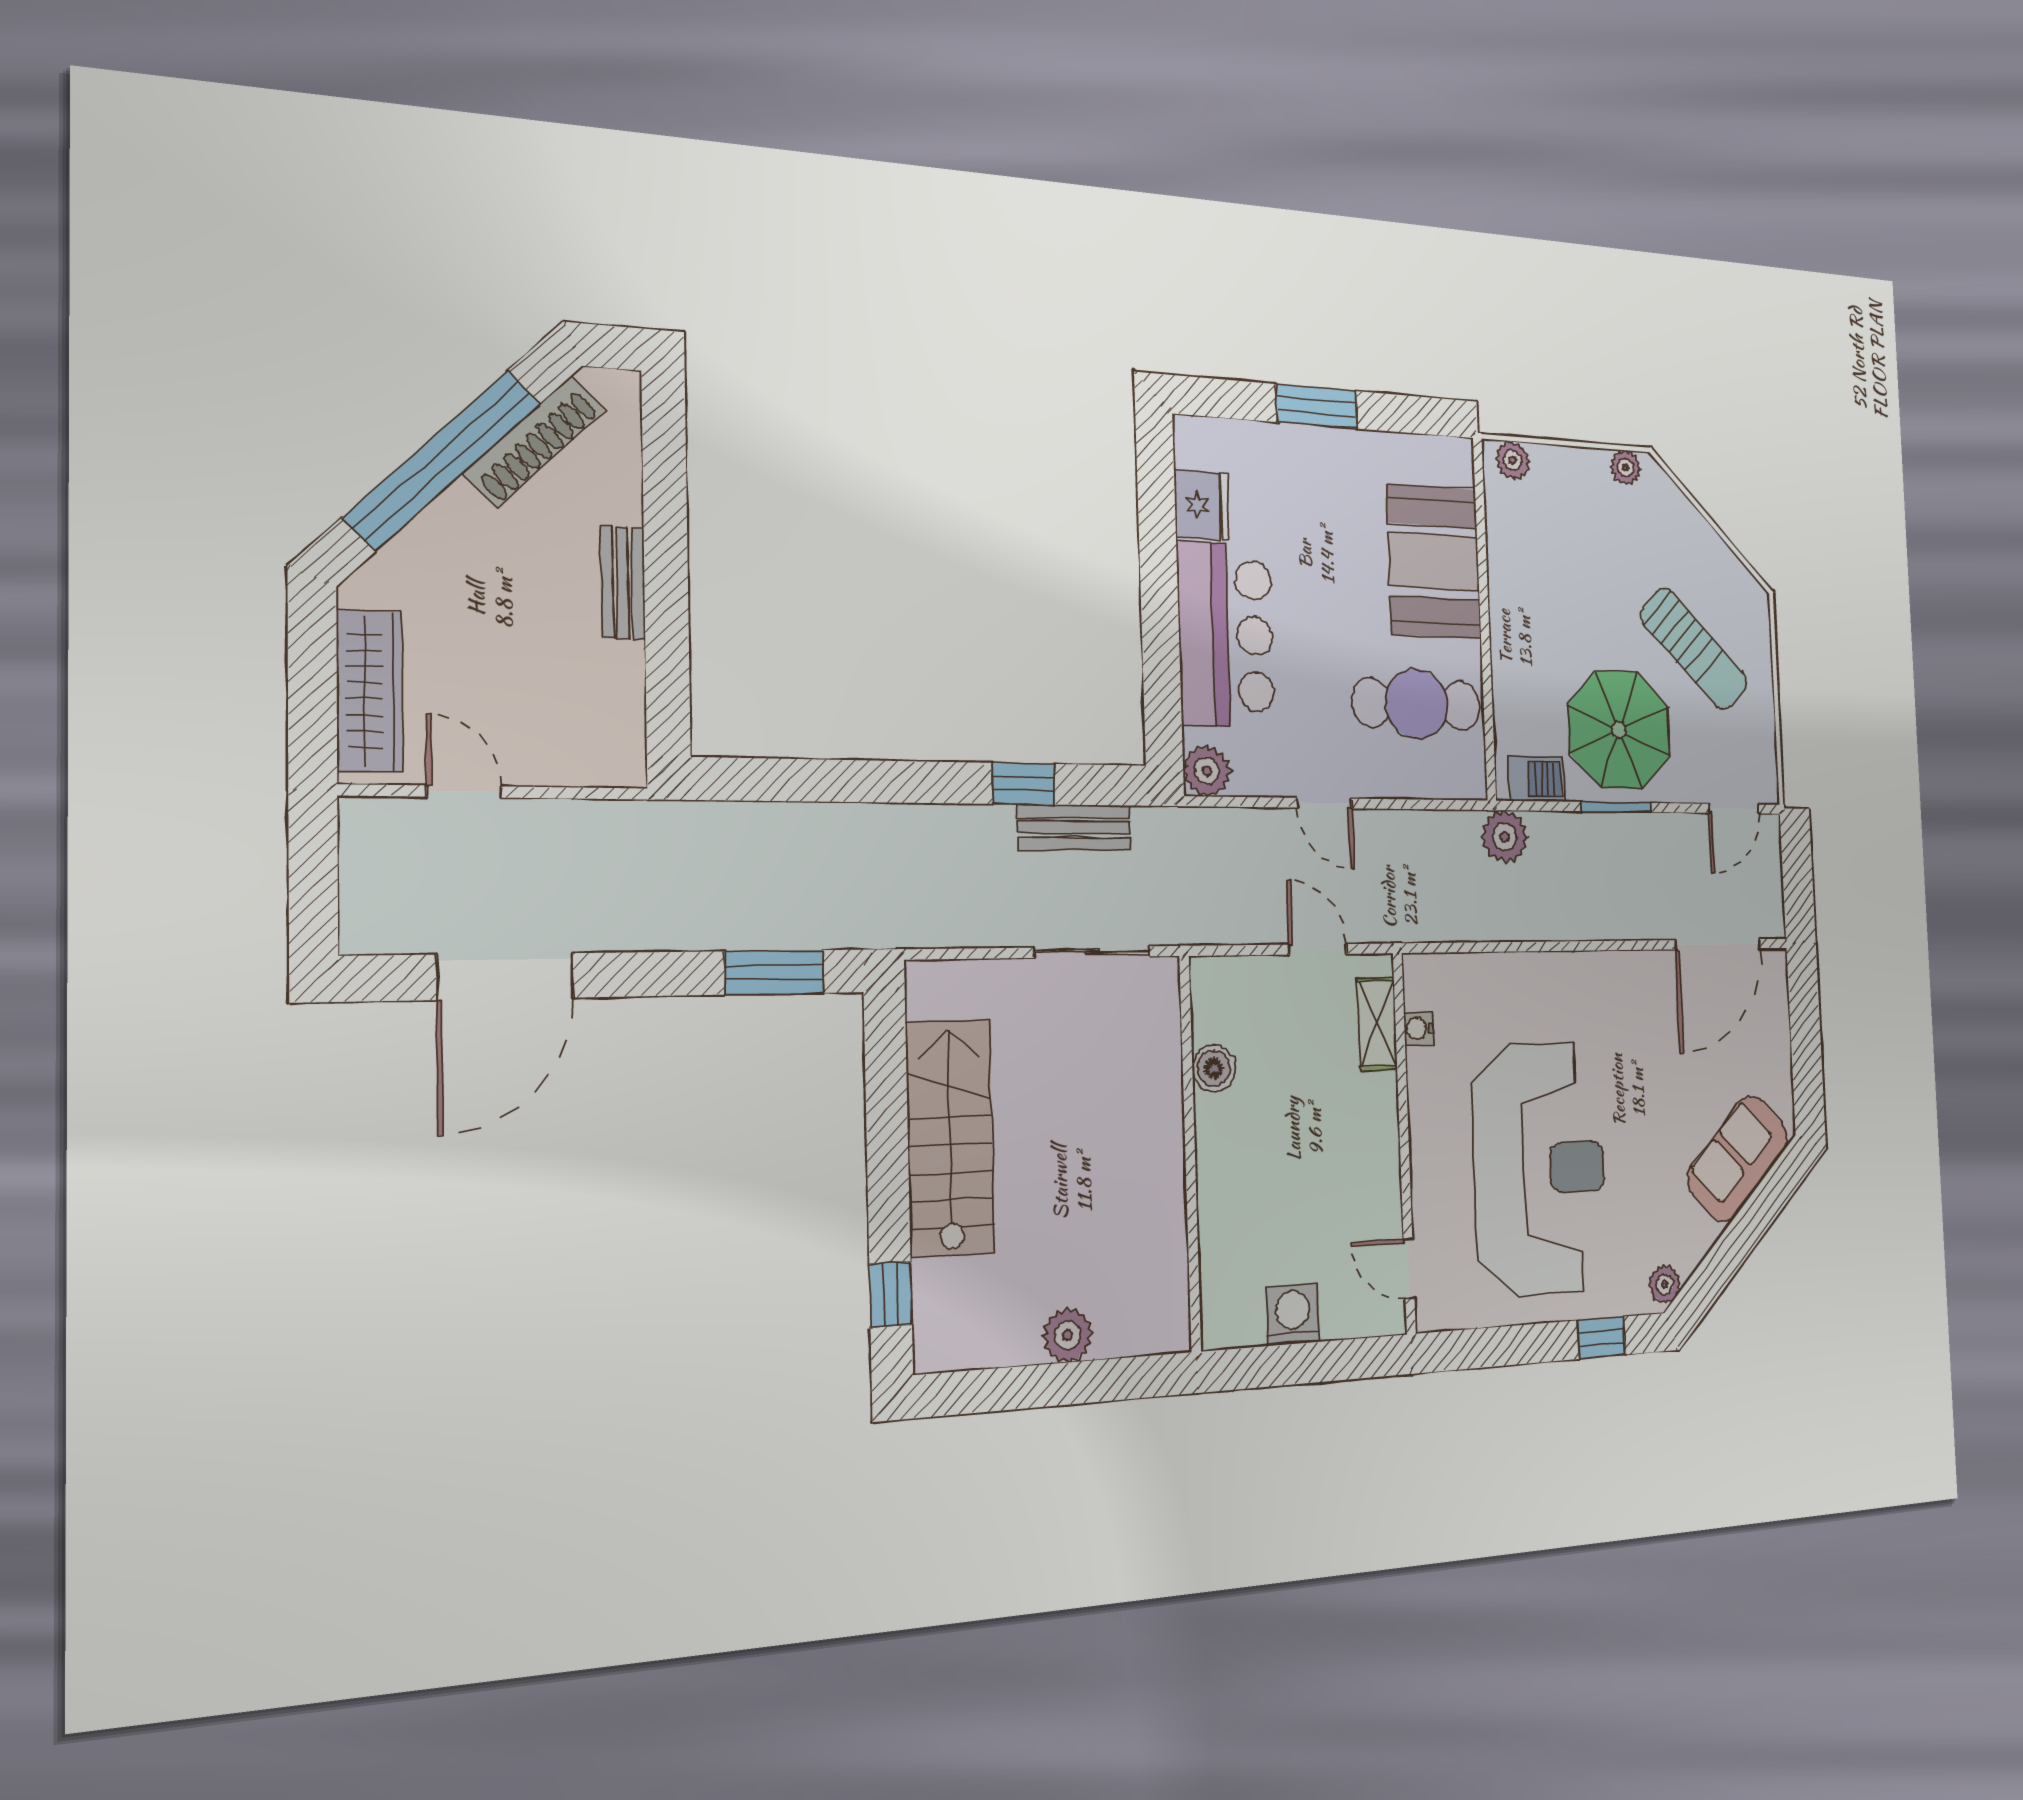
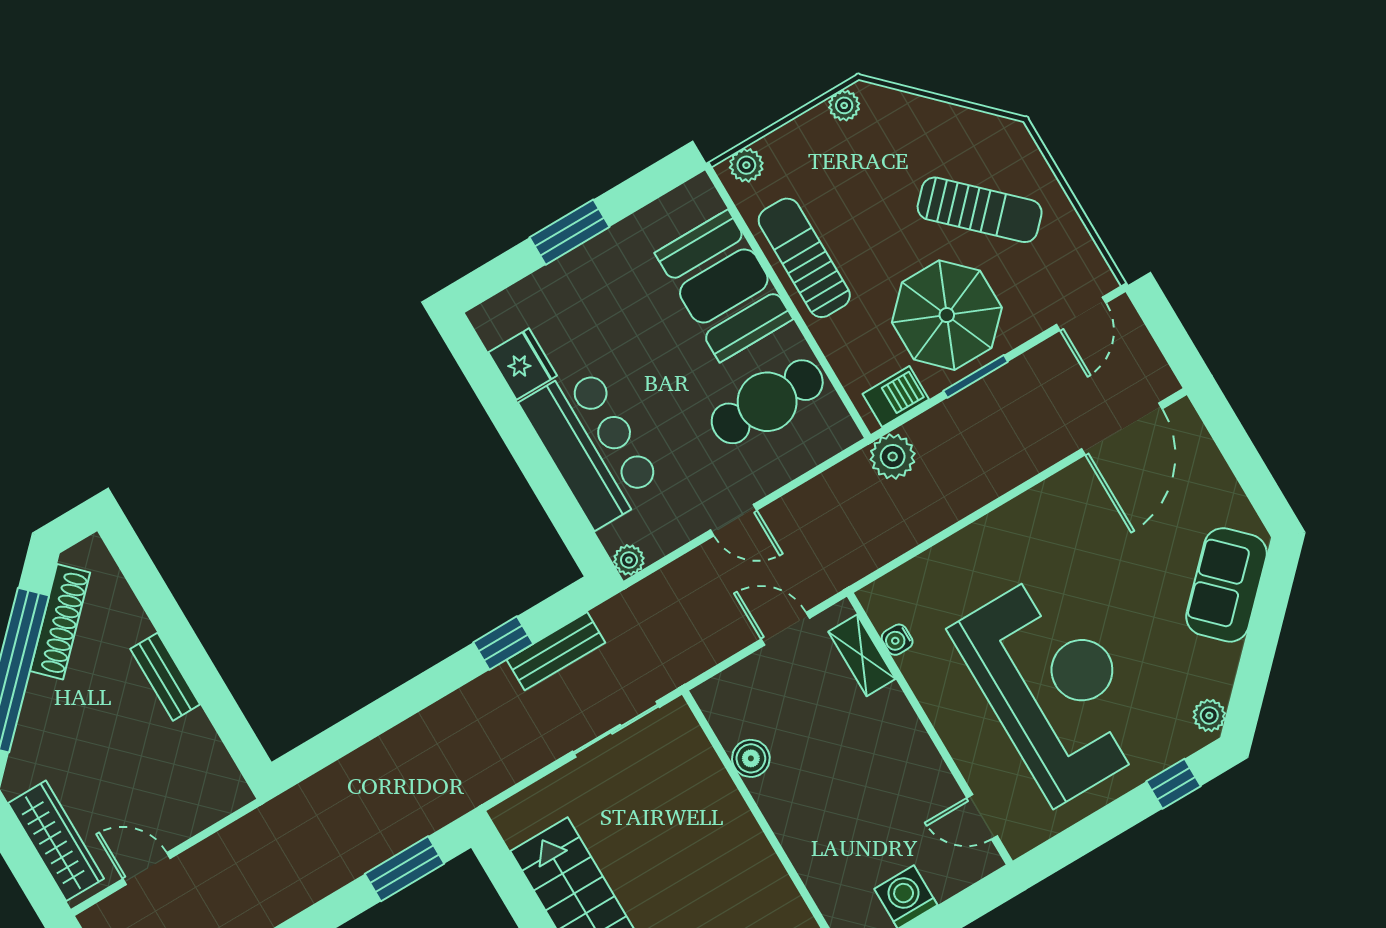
sun lounger: (1520, 586) -> (804, 258), added
plant: (1207, 771) -> (629, 560), width x0.73, depth x0.73

